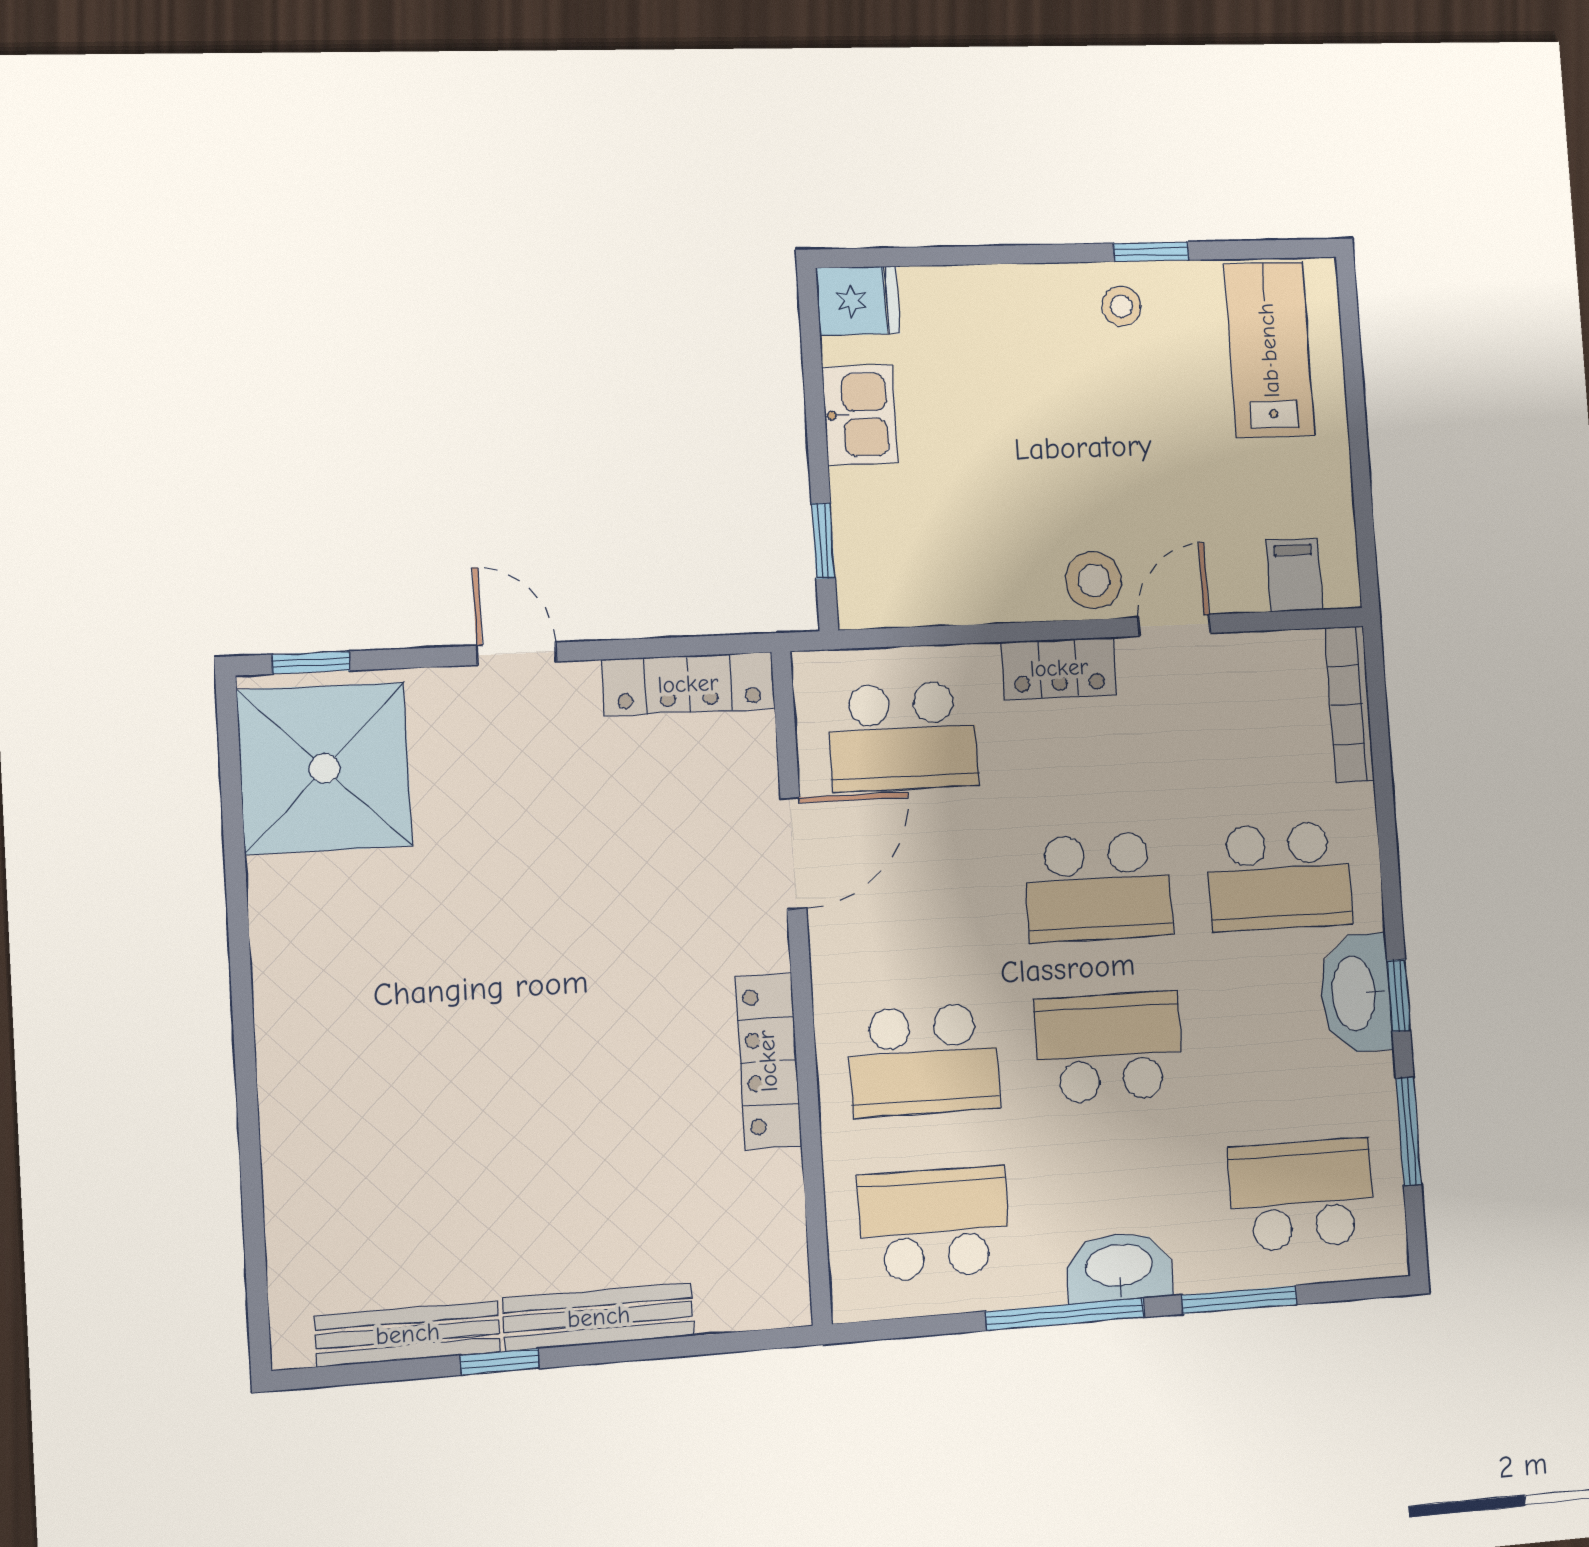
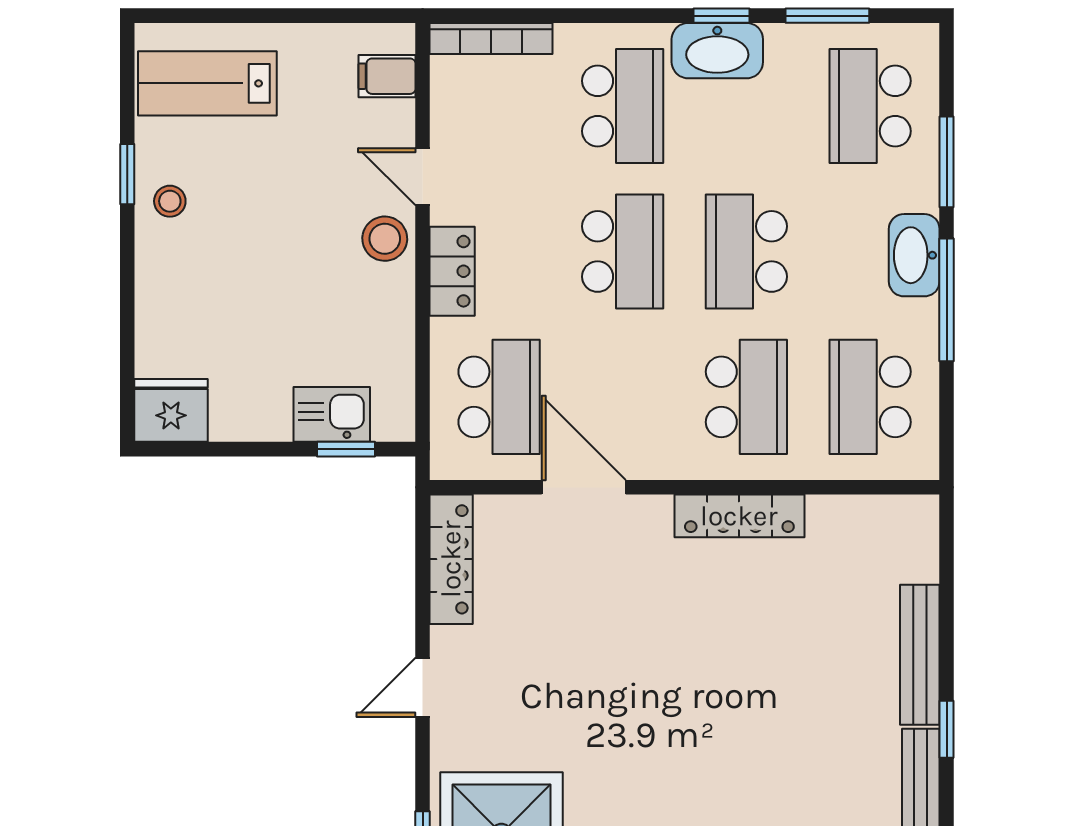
fridge: (858, 301) -> (171, 410), width x1.38
kitchen sink: (860, 415) -> (332, 414), moved

